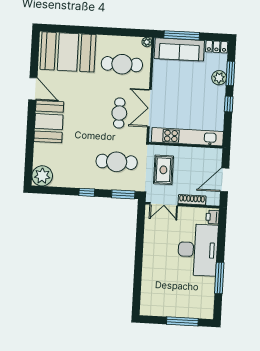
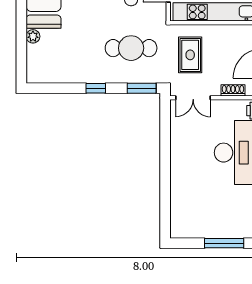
plant: (42, 176) -> (33, 36), moved, width x0.53, depth x0.53
shoe rack: (192, 200) -> (233, 90), width x0.70

